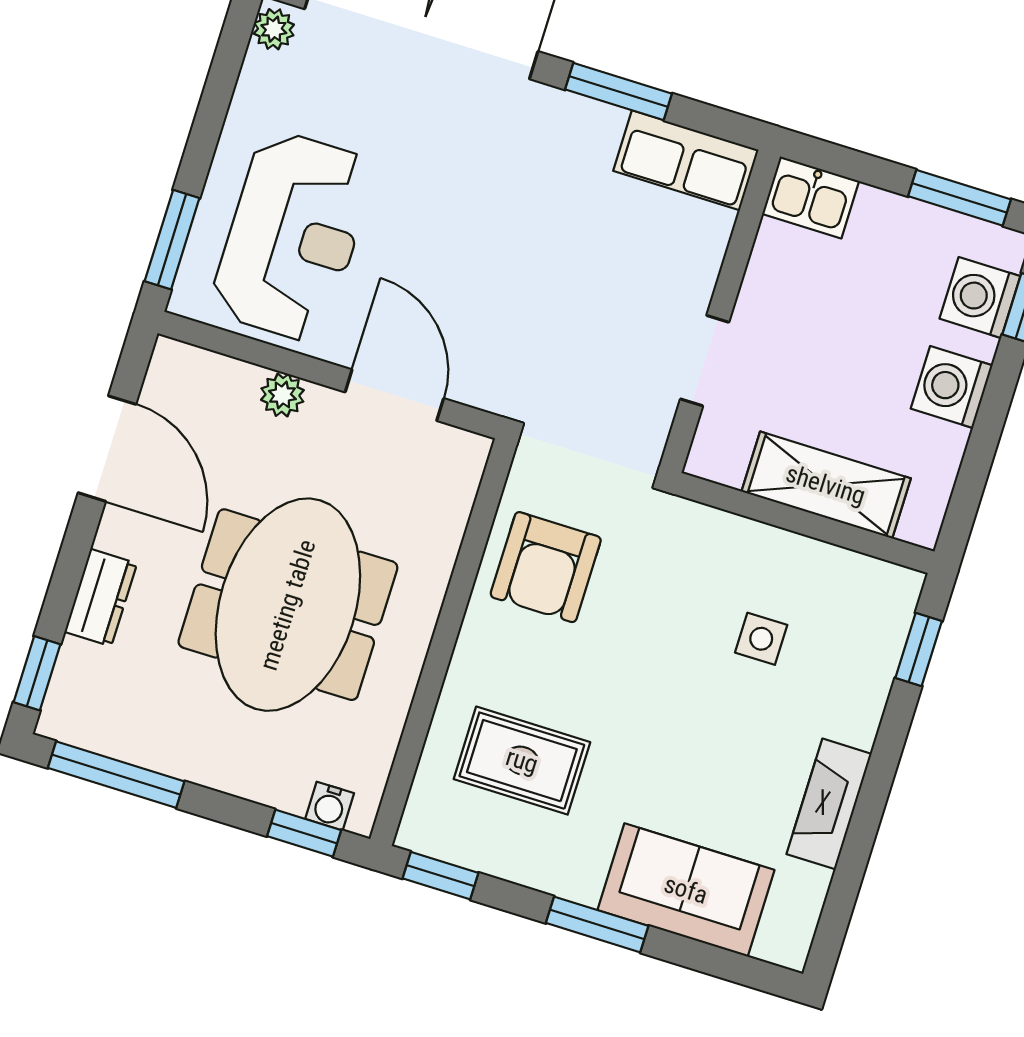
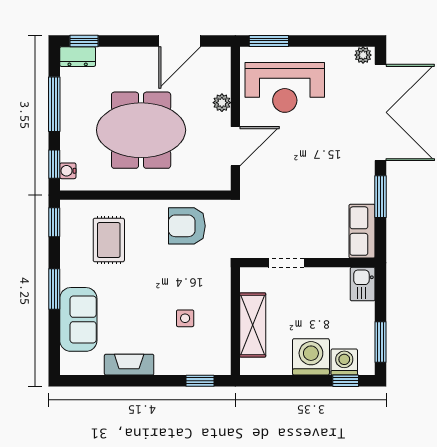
washing machine: (952, 387) -> (311, 357), width x1.37, depth x1.37
dresser: (101, 598) -> (78, 57), moved
window: (116, 775) -> (54, 104), moved

